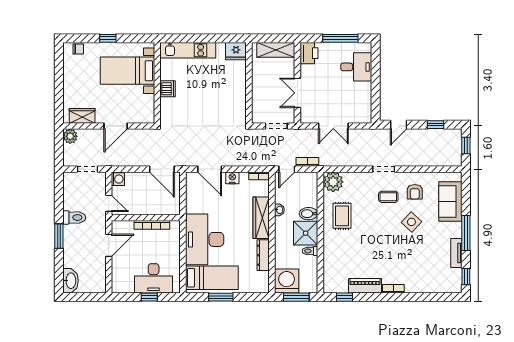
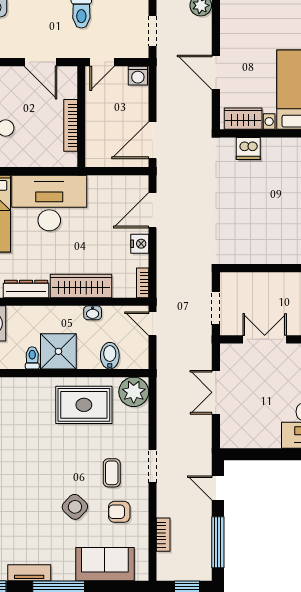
dishwasher: (168, 89) -> (248, 149), moved
wardrobe: (82, 116) -> (243, 119), moved, turned -90
window: (436, 125) -> (218, 542), width x2.17
bookcase: (307, 162) -> (163, 535), moved
bidet: (309, 214) -> (110, 356), moved
rug: (342, 216) -> (84, 405), width x1.36, depth x1.43

